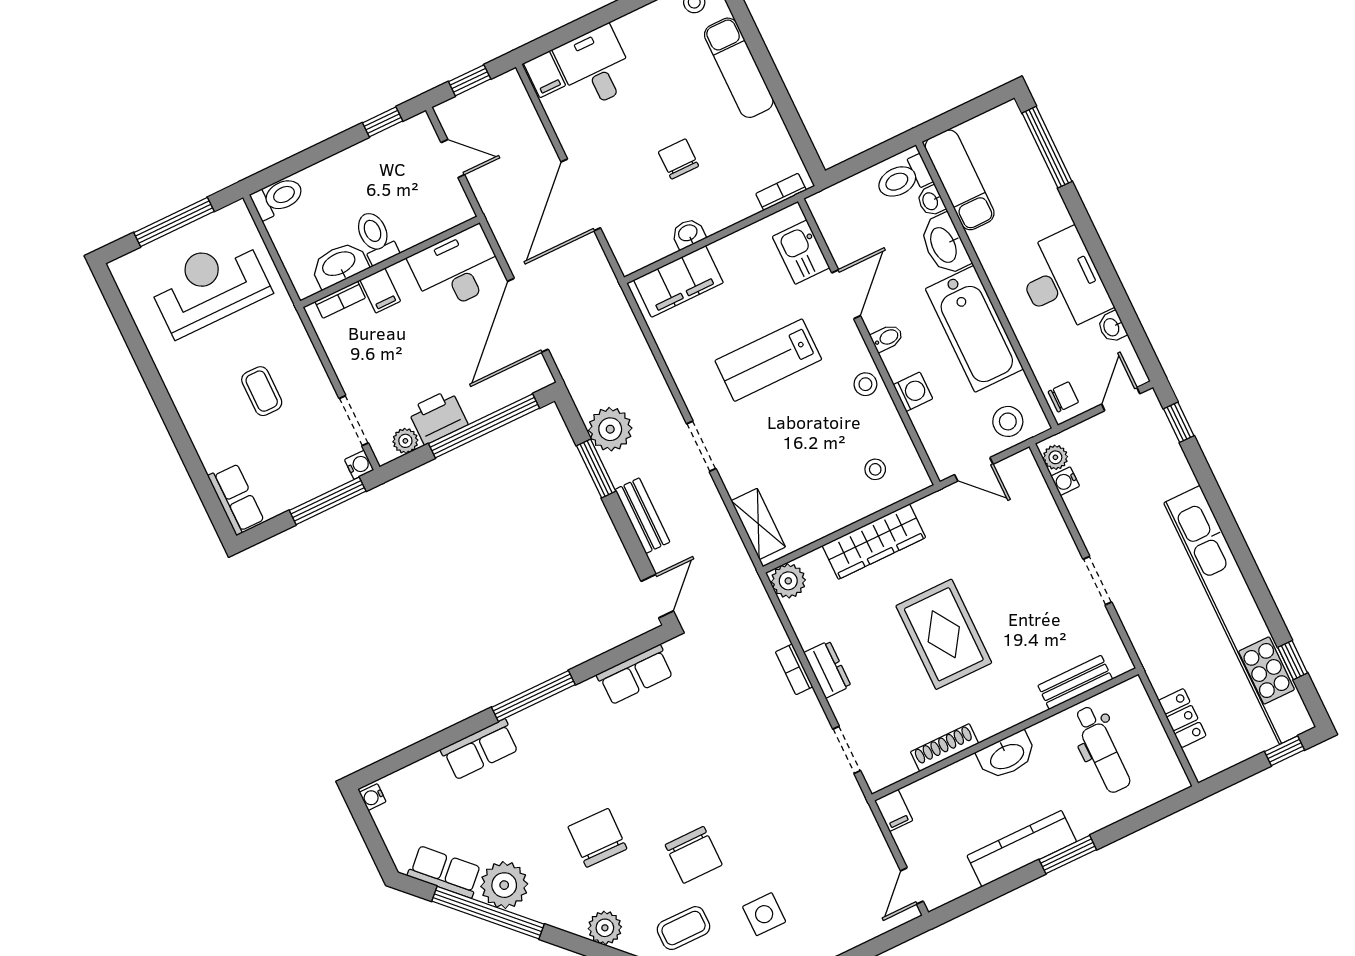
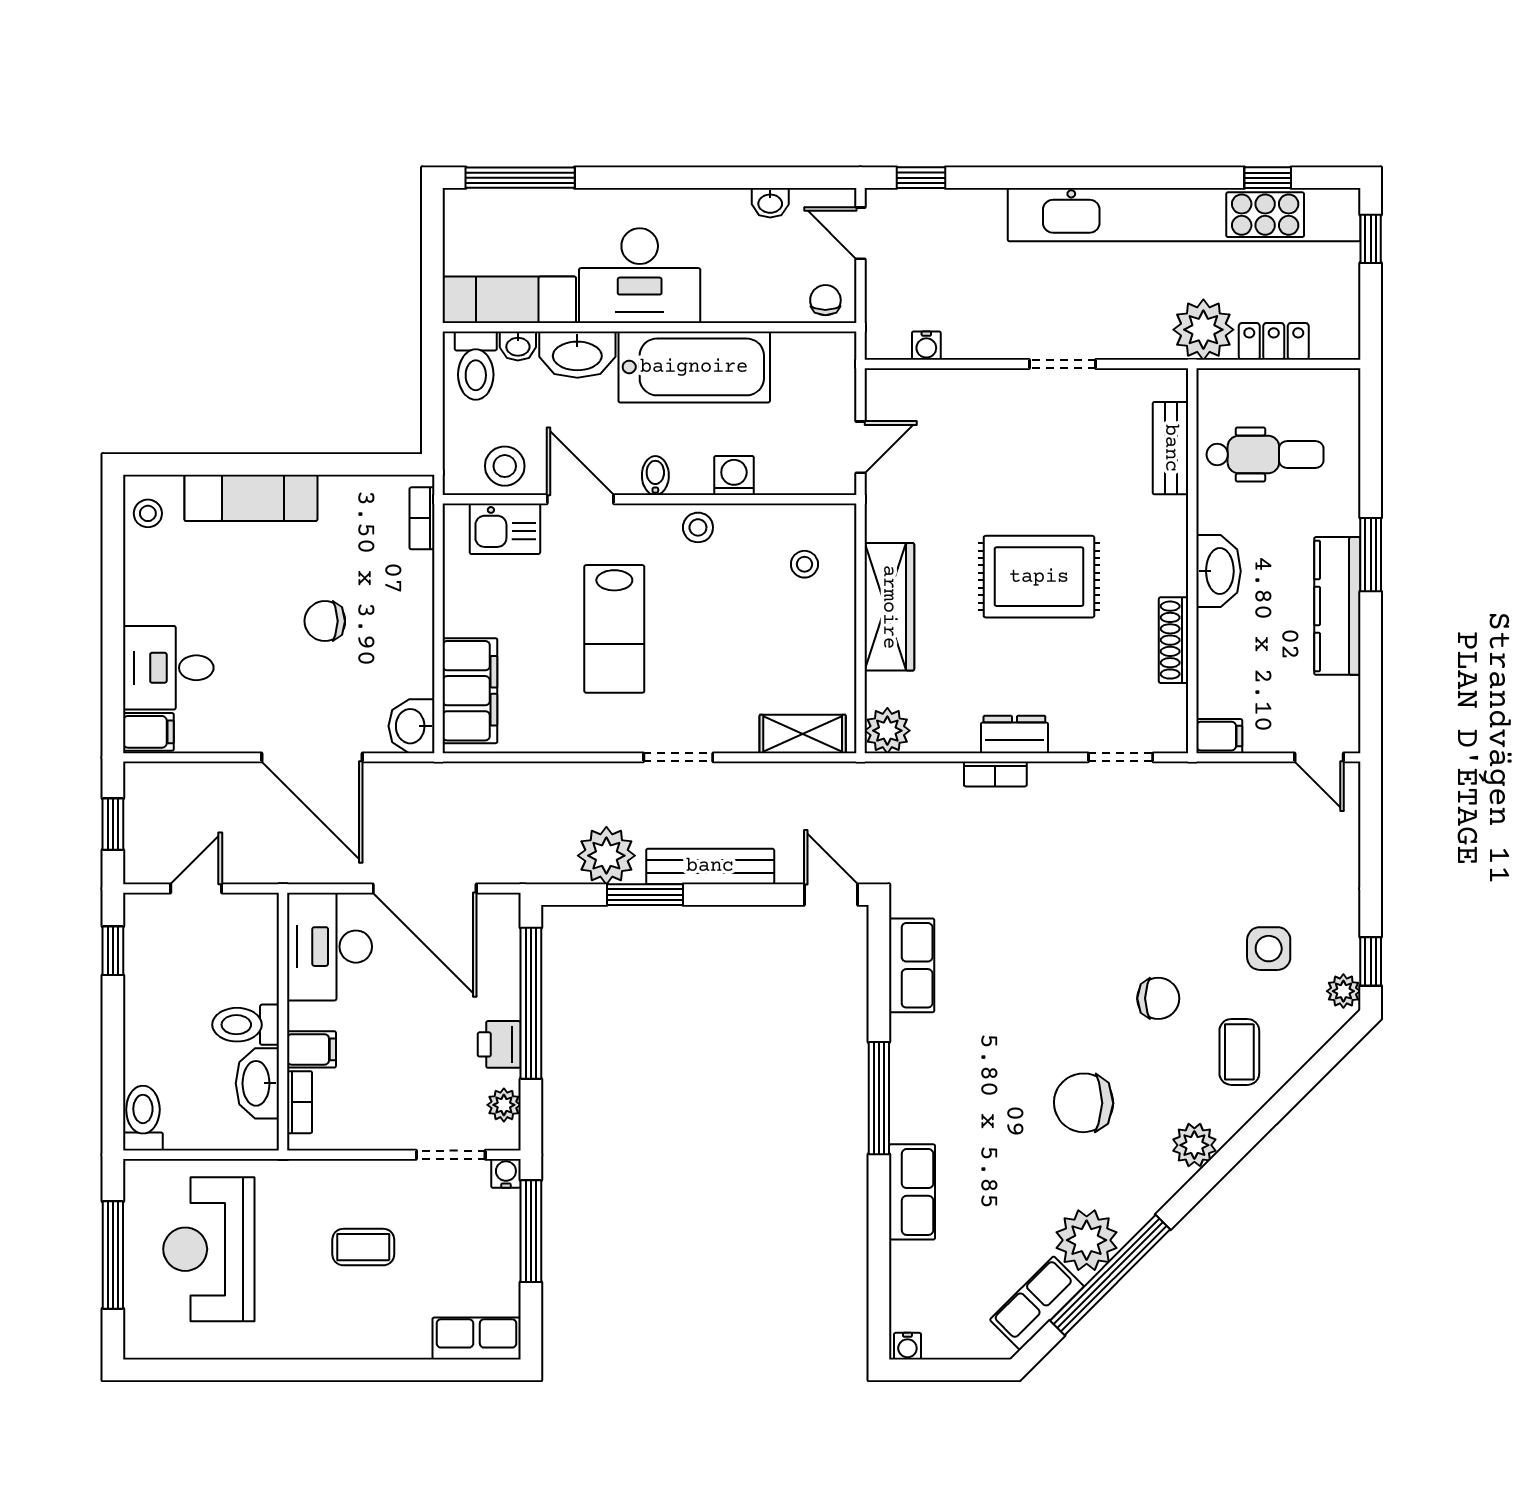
washbasin: (688, 233) -> (412, 726), moved, width x1.38, depth x1.45
desk: (1062, 281) -> (640, 276), moved, turned 180
printer: (438, 417) -> (499, 1044), width x0.73, depth x0.81
stool: (1008, 421) -> (505, 466), moved
plant: (1055, 457) -> (1203, 330), moved, width x1.87, depth x1.87
bench: (642, 516) -> (710, 866), width x1.36
chair: (694, 855) -> (1158, 998), width x0.73, depth x0.73

